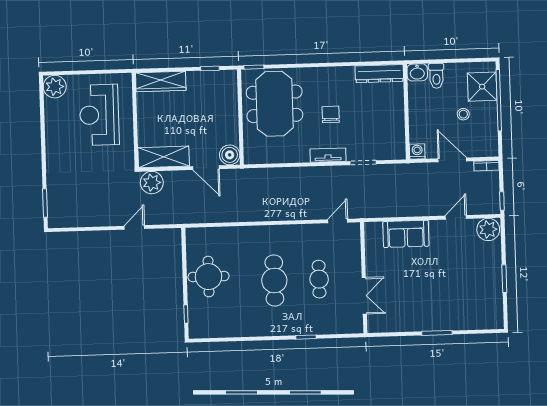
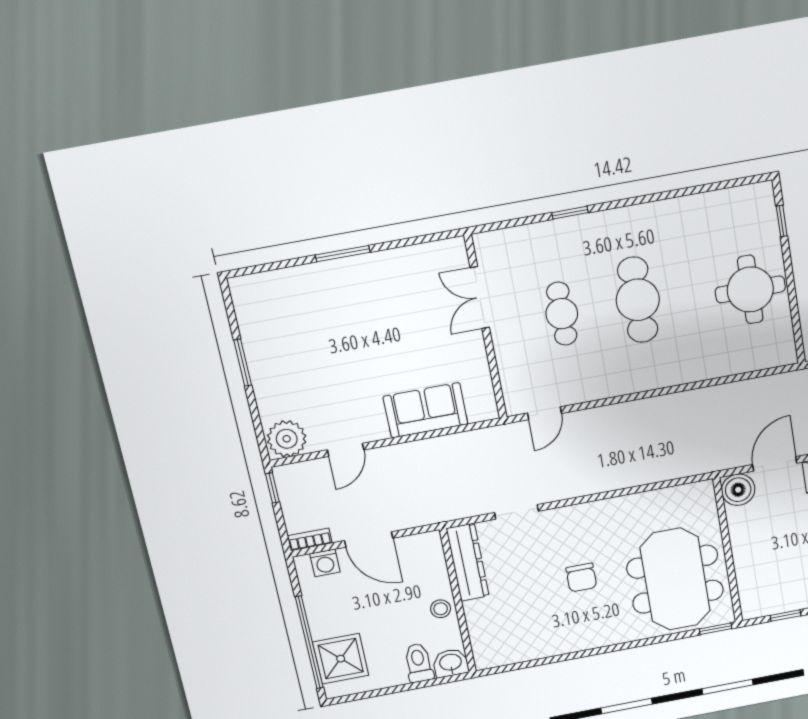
dresser: (379, 74) -> (468, 562), moved, turned 90
stool: (463, 114) -> (441, 609), moved
washing machine: (417, 151) -> (325, 563), moved
tv unit: (328, 155) -> (576, 515), removed
door: (206, 168) -> (775, 464), hinge flipped

